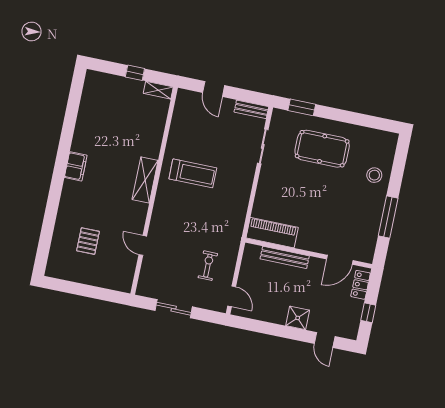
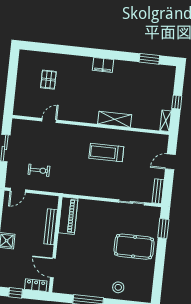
window: (73, 104) -> (149, 59), added
pool table: (322, 149) -> (134, 247), turned 90
treadmill: (193, 173) -> (106, 152), turned 90
shelving: (145, 180) -> (115, 119), moved
pallet: (88, 241) -> (48, 80), turned 90

